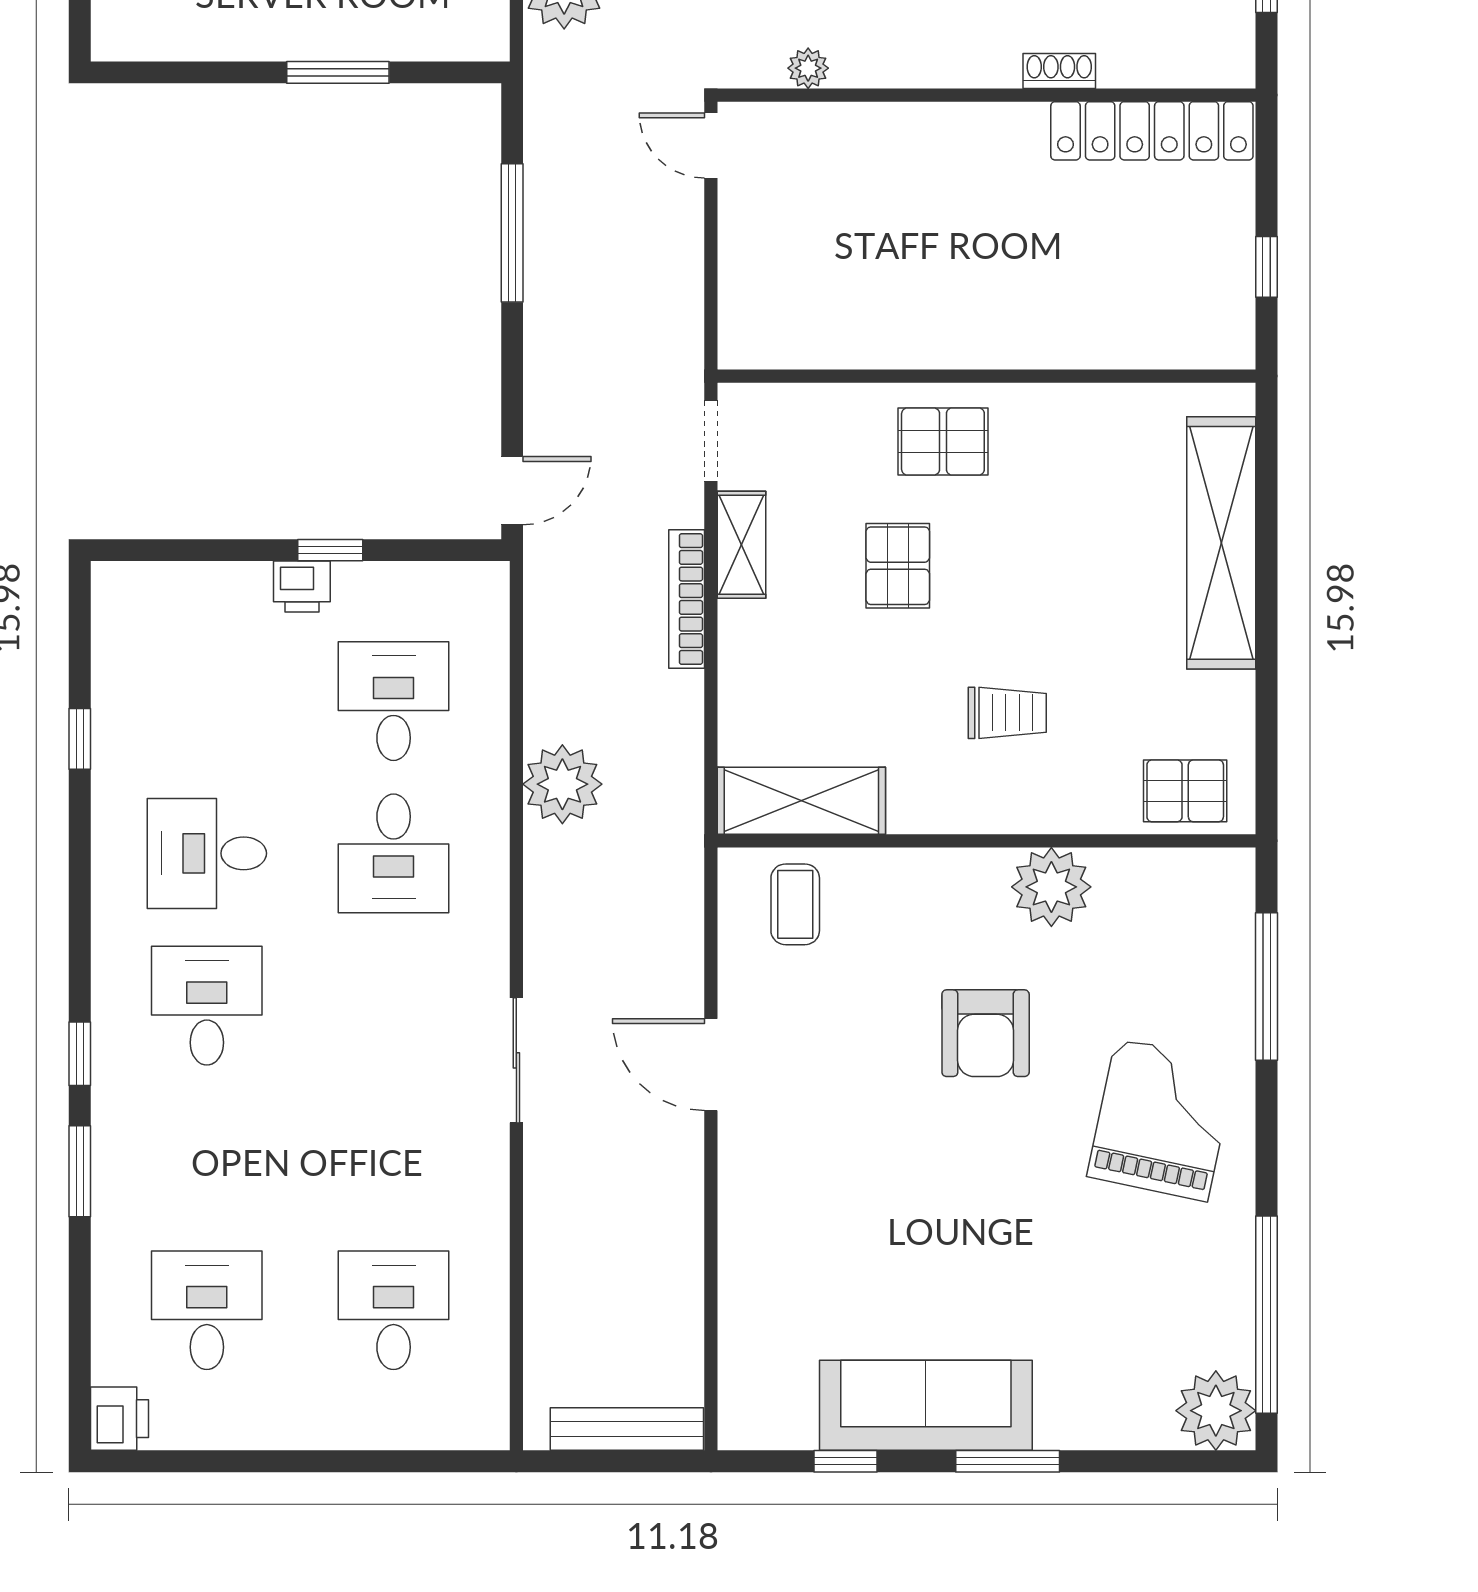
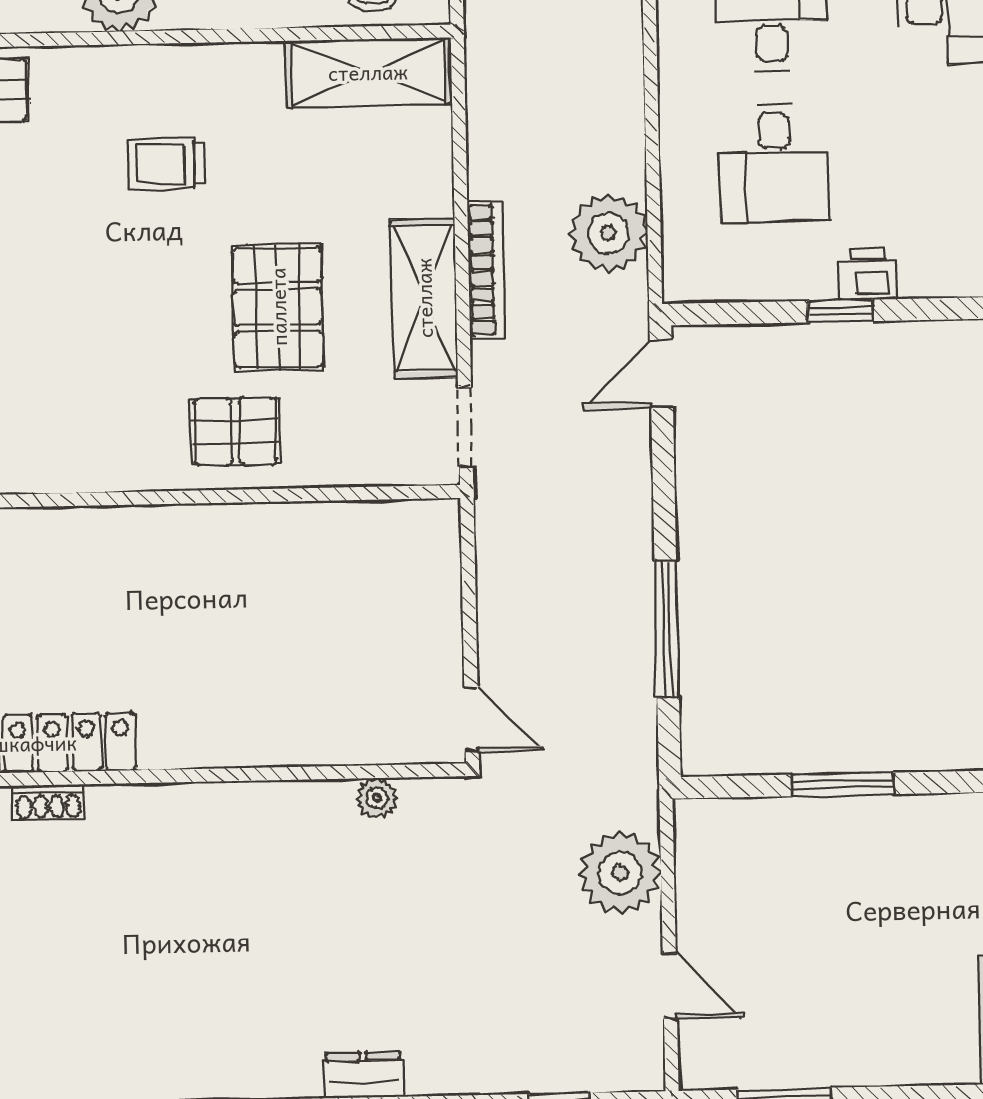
shoe rack: (1059, 71) -> (48, 802), moved
shelving: (742, 545) -> (424, 298), width x1.50, depth x1.33
pallet: (898, 566) -> (278, 307), width x1.50, depth x1.42
plant: (562, 784) -> (608, 233), moved

